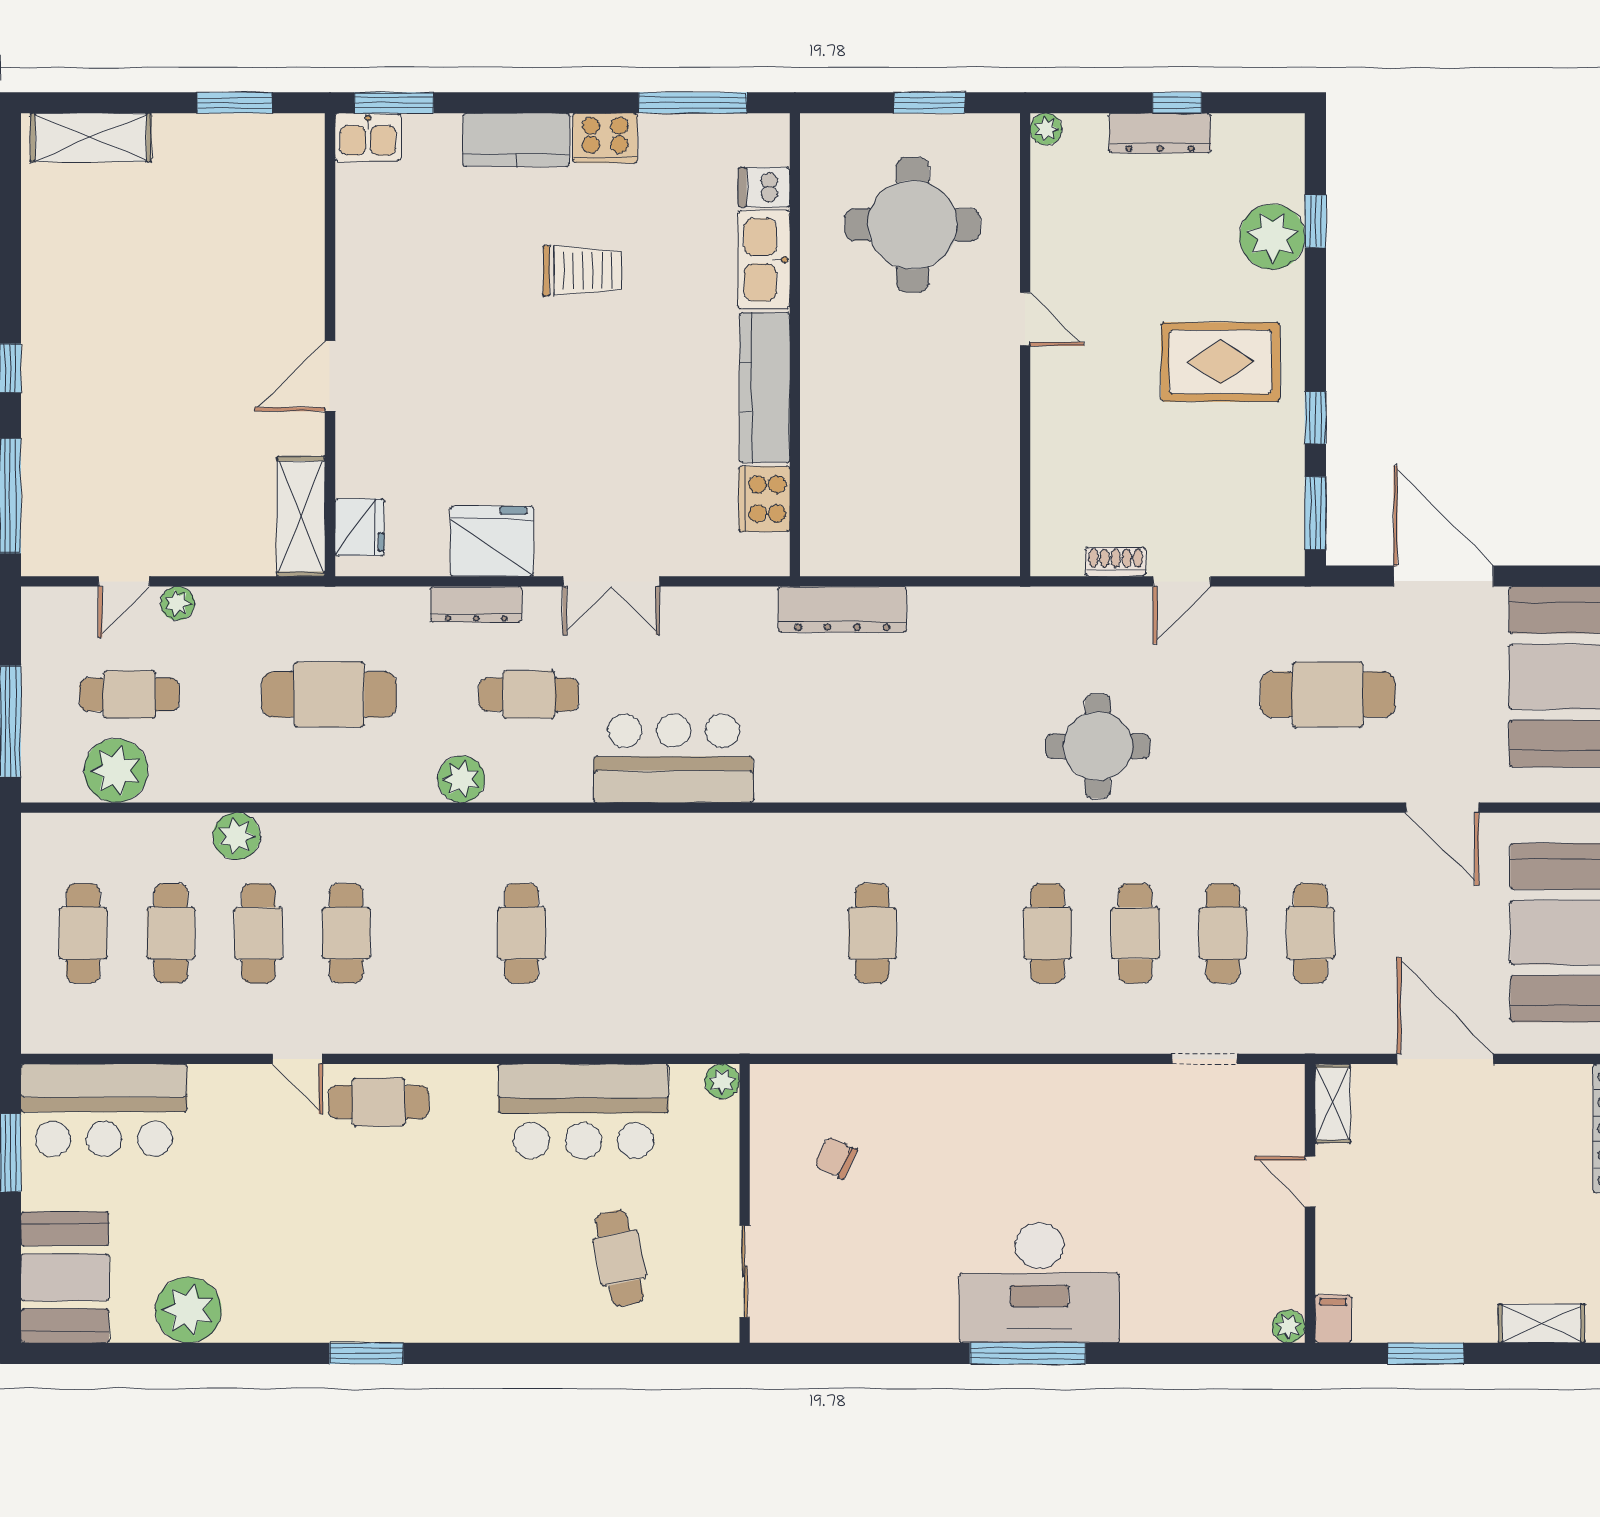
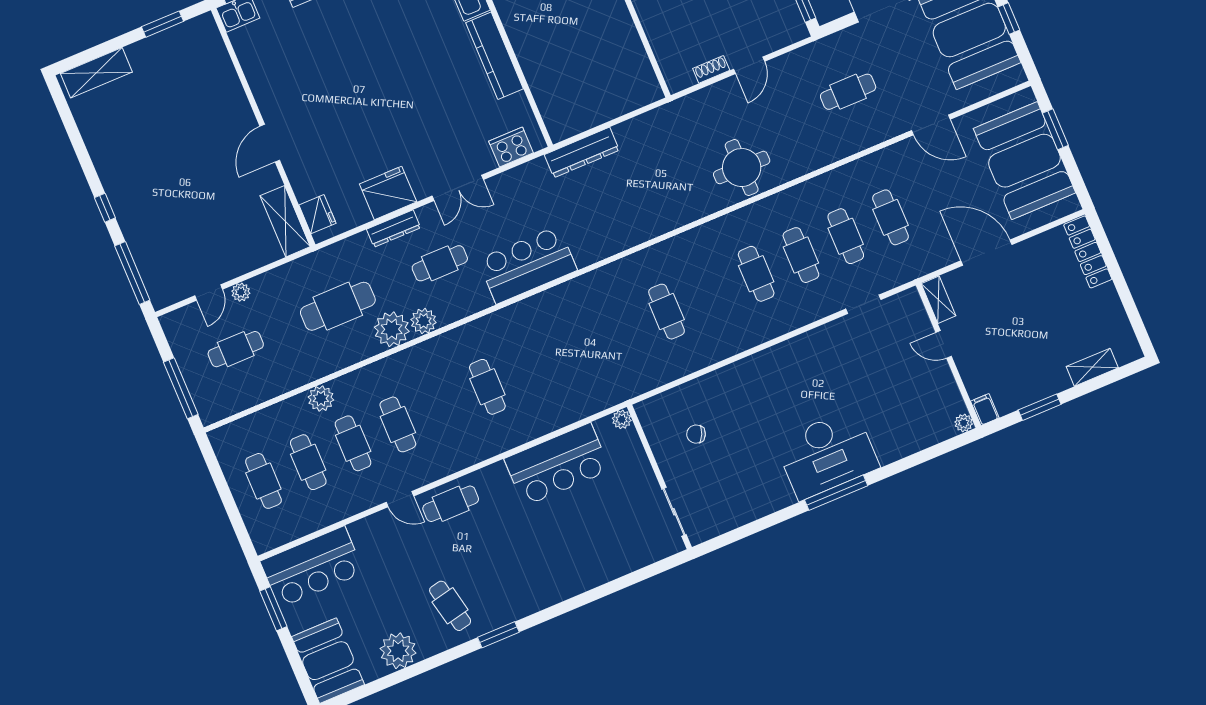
trolley: (582, 271) -> (376, 35), removed
cooker: (764, 499) -> (511, 147), moved, turned 90
cafe table: (1328, 695) -> (848, 92), width x0.73, depth x0.74
plant: (116, 771) -> (392, 329), moved
cafe table: (619, 1258) -> (450, 606), moved

